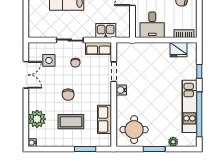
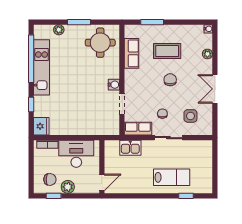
desk: (152, 25) -> (76, 154), width x1.37
fridge: (178, 50) -> (41, 126), moved, turned 90
double door: (26, 75) -> (215, 89), moved
plant: (37, 119) -> (207, 54), width x0.53, depth x0.53

